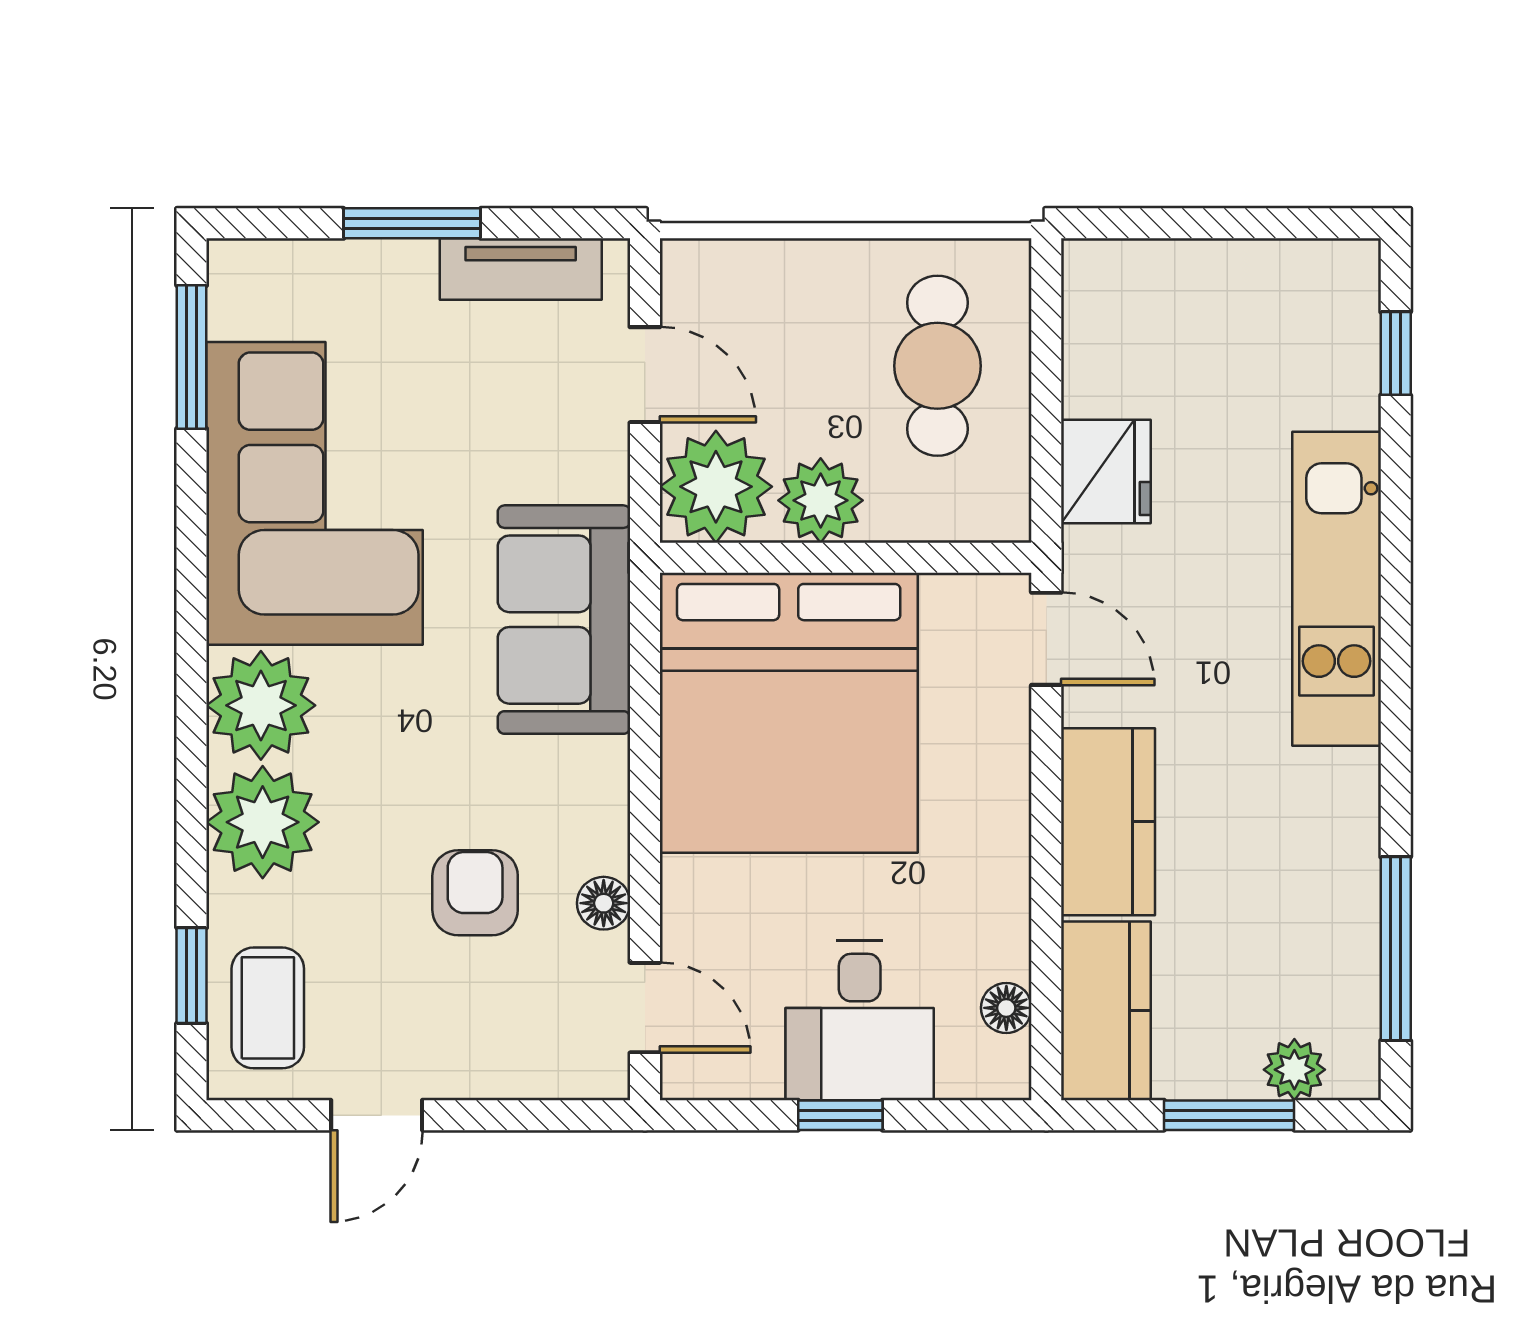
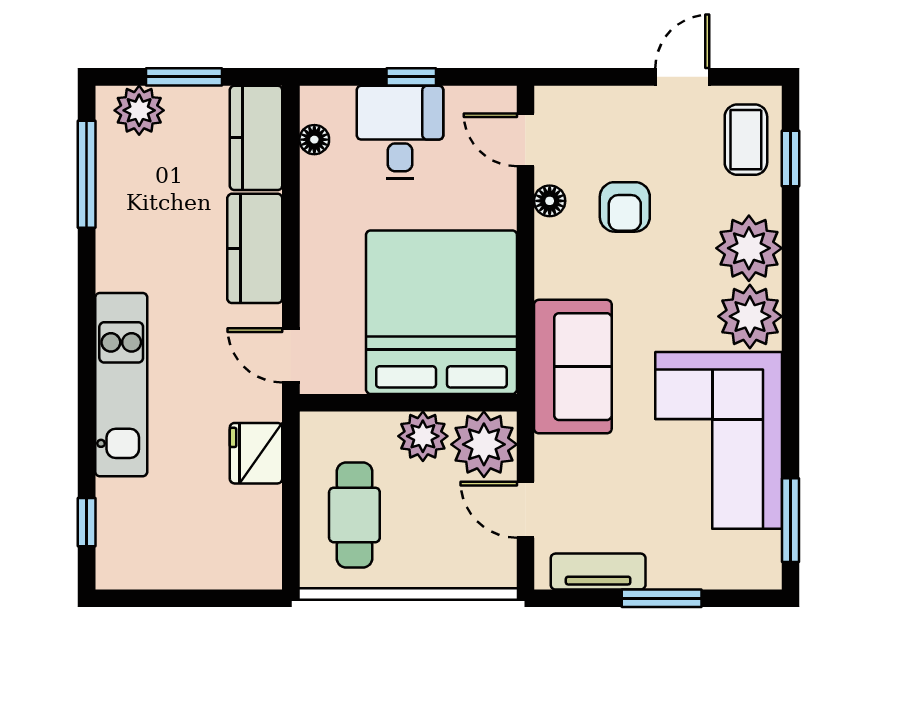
plant: (1294, 1070) -> (139, 110), width x1.38, depth x1.38

